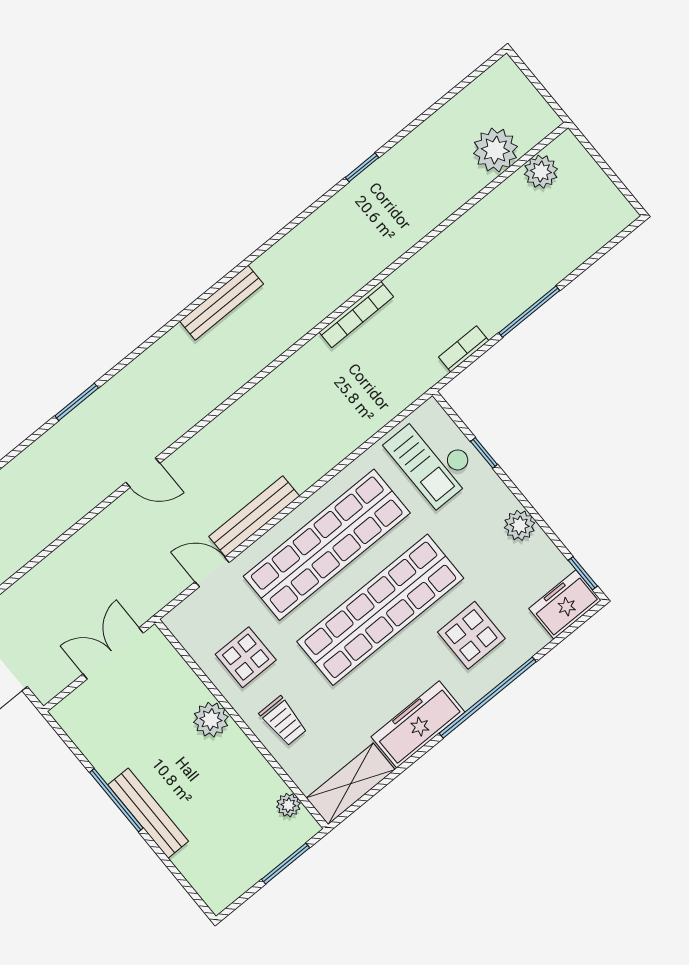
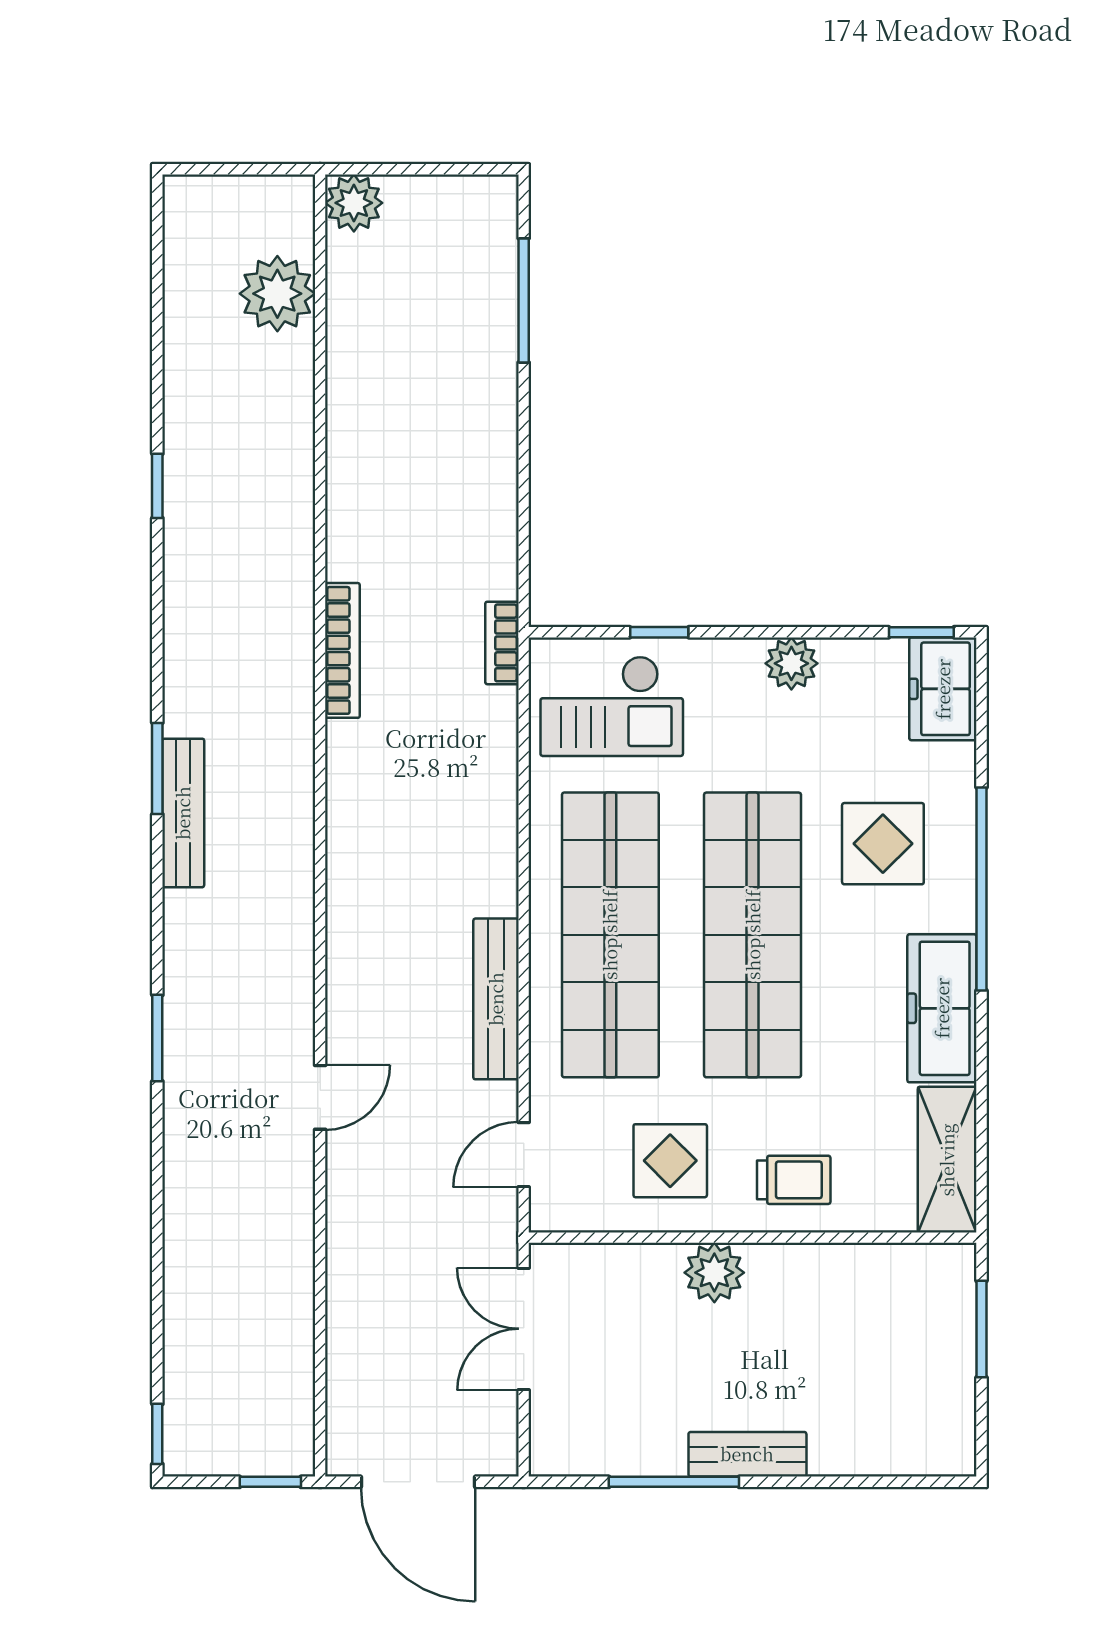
plant: (541, 172) -> (354, 203), moved
window: (232, 274) -> (157, 769), added
window: (529, 312) -> (524, 300), moved
bookcase: (464, 349) -> (502, 643), moved
window: (77, 402) -> (157, 1038), moved
door: (212, 572) -> (524, 1155), moved
window: (116, 800) -> (674, 1482), moved
plant: (288, 805) -> (908, 1263), removed
bench: (148, 813) -> (747, 1454), width x0.73

